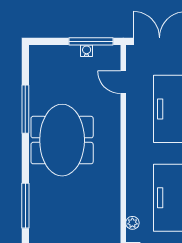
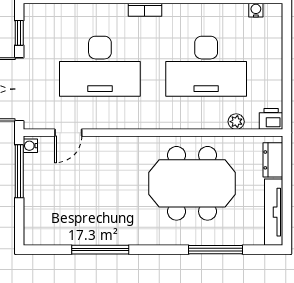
water cooler: (87, 51) -> (30, 146), moved
meeting table: (62, 140) -> (192, 183), moved

